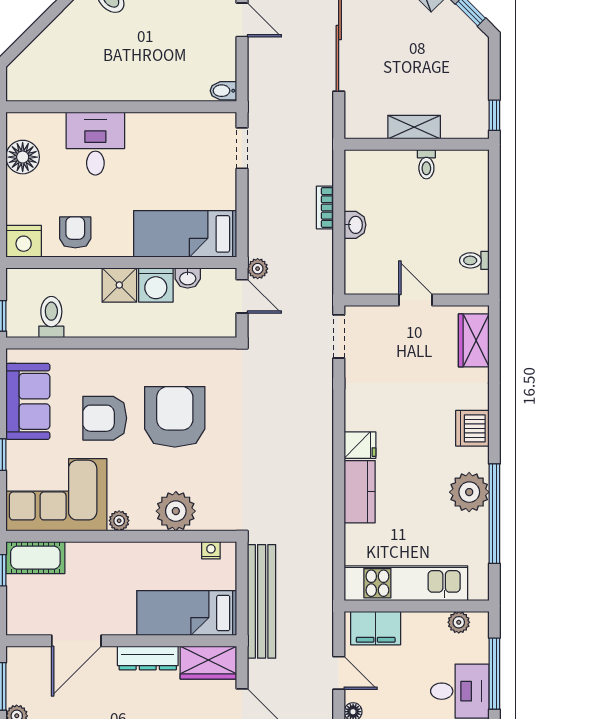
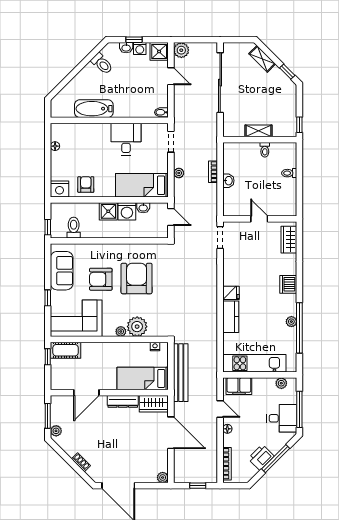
bathtub: (91, 84) -> (94, 109), added
desk: (95, 144) -> (126, 139), moved
floor lamp: (23, 157) -> (55, 146), width x0.53, depth x0.53
toilet: (474, 260) -> (289, 173), moved
plant: (258, 269) -> (179, 173), moved
plant: (469, 492) -> (291, 322), width x0.53, depth x0.53
plant: (119, 521) -> (121, 331), moved

